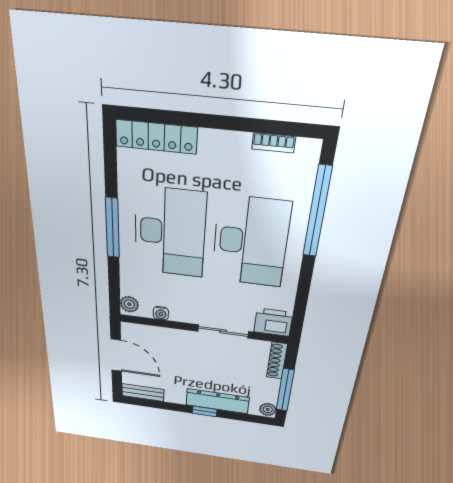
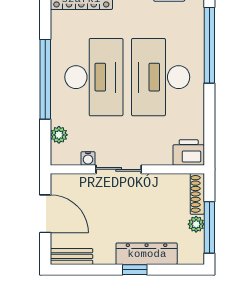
window: (112, 228) -> (45, 79), width x1.46
desk: (250, 242) -> (161, 77), turned 180
plant: (129, 304) -> (59, 135), moved
sliding door: (223, 331) -> (119, 169), moved
plant: (268, 409) -> (196, 224), moved

